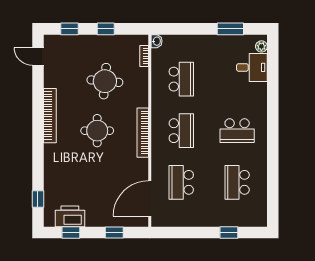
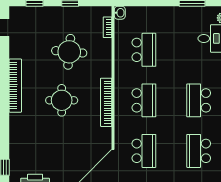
school desk: (237, 131) -> (199, 100), turned 90
school desk: (181, 182) -> (144, 151), turned 180

